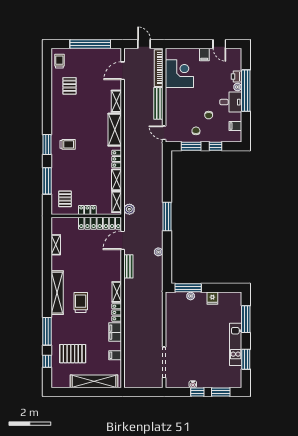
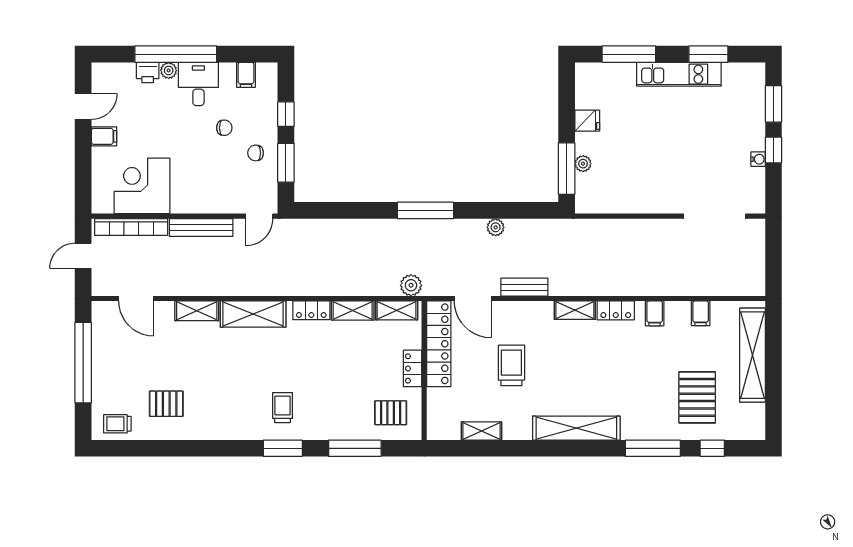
trolley: (81, 303) -> (511, 365), moved, turned 90
filing cabinet: (115, 332) -> (655, 313), width x0.50

